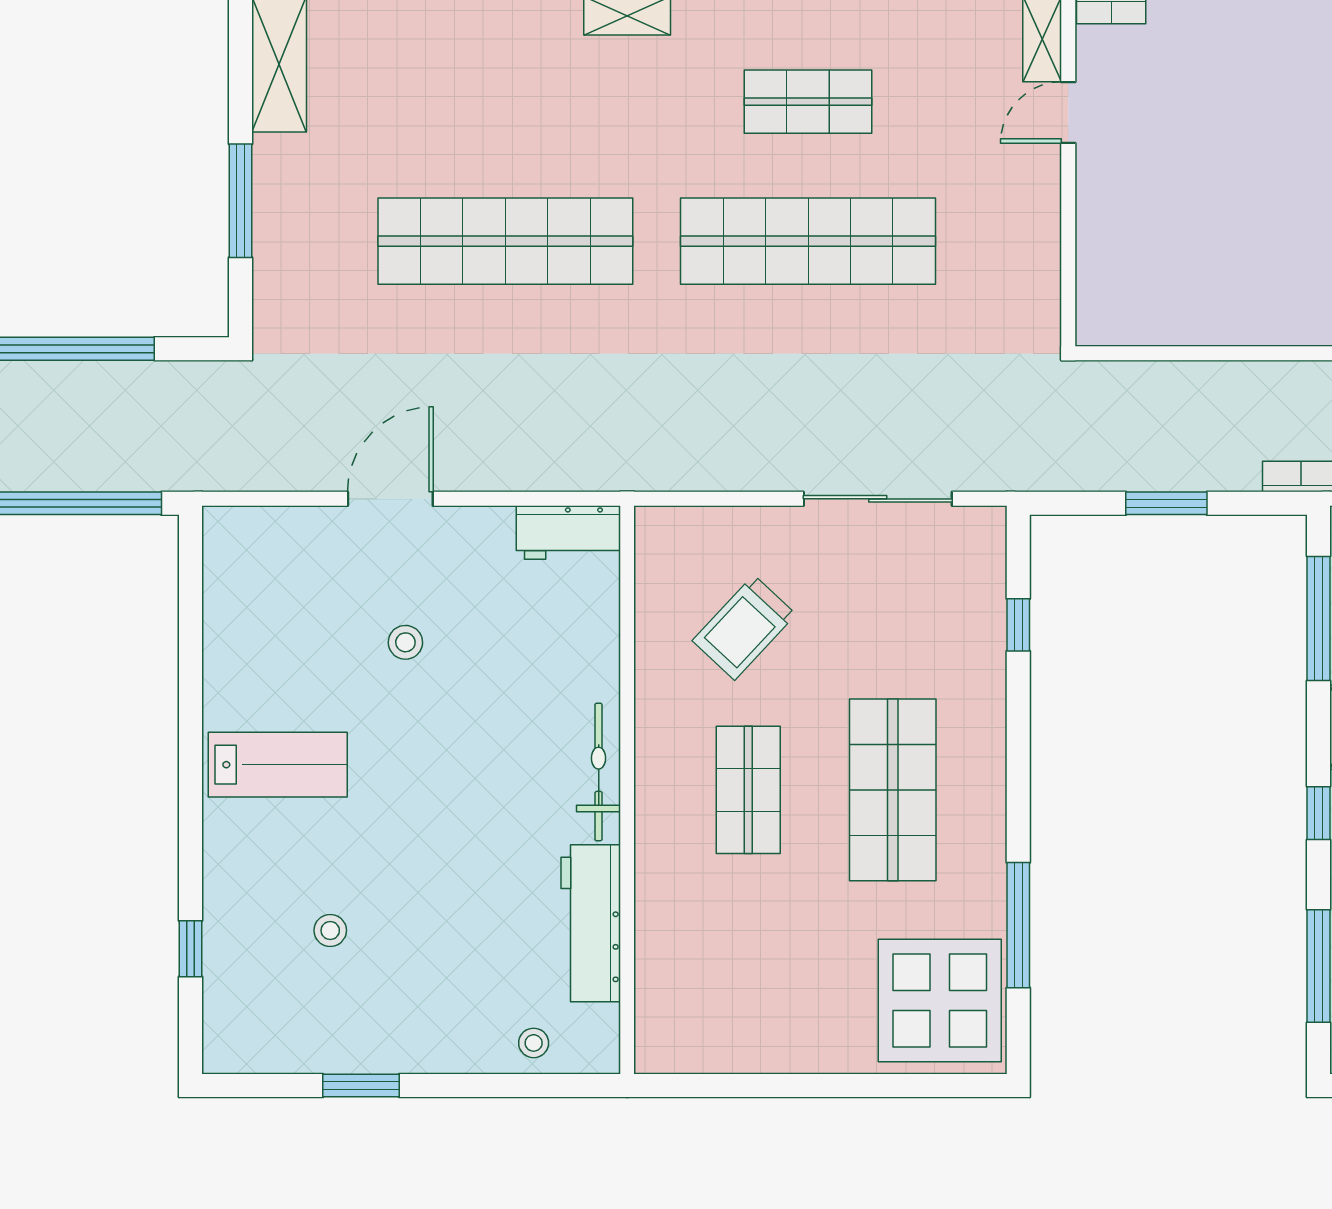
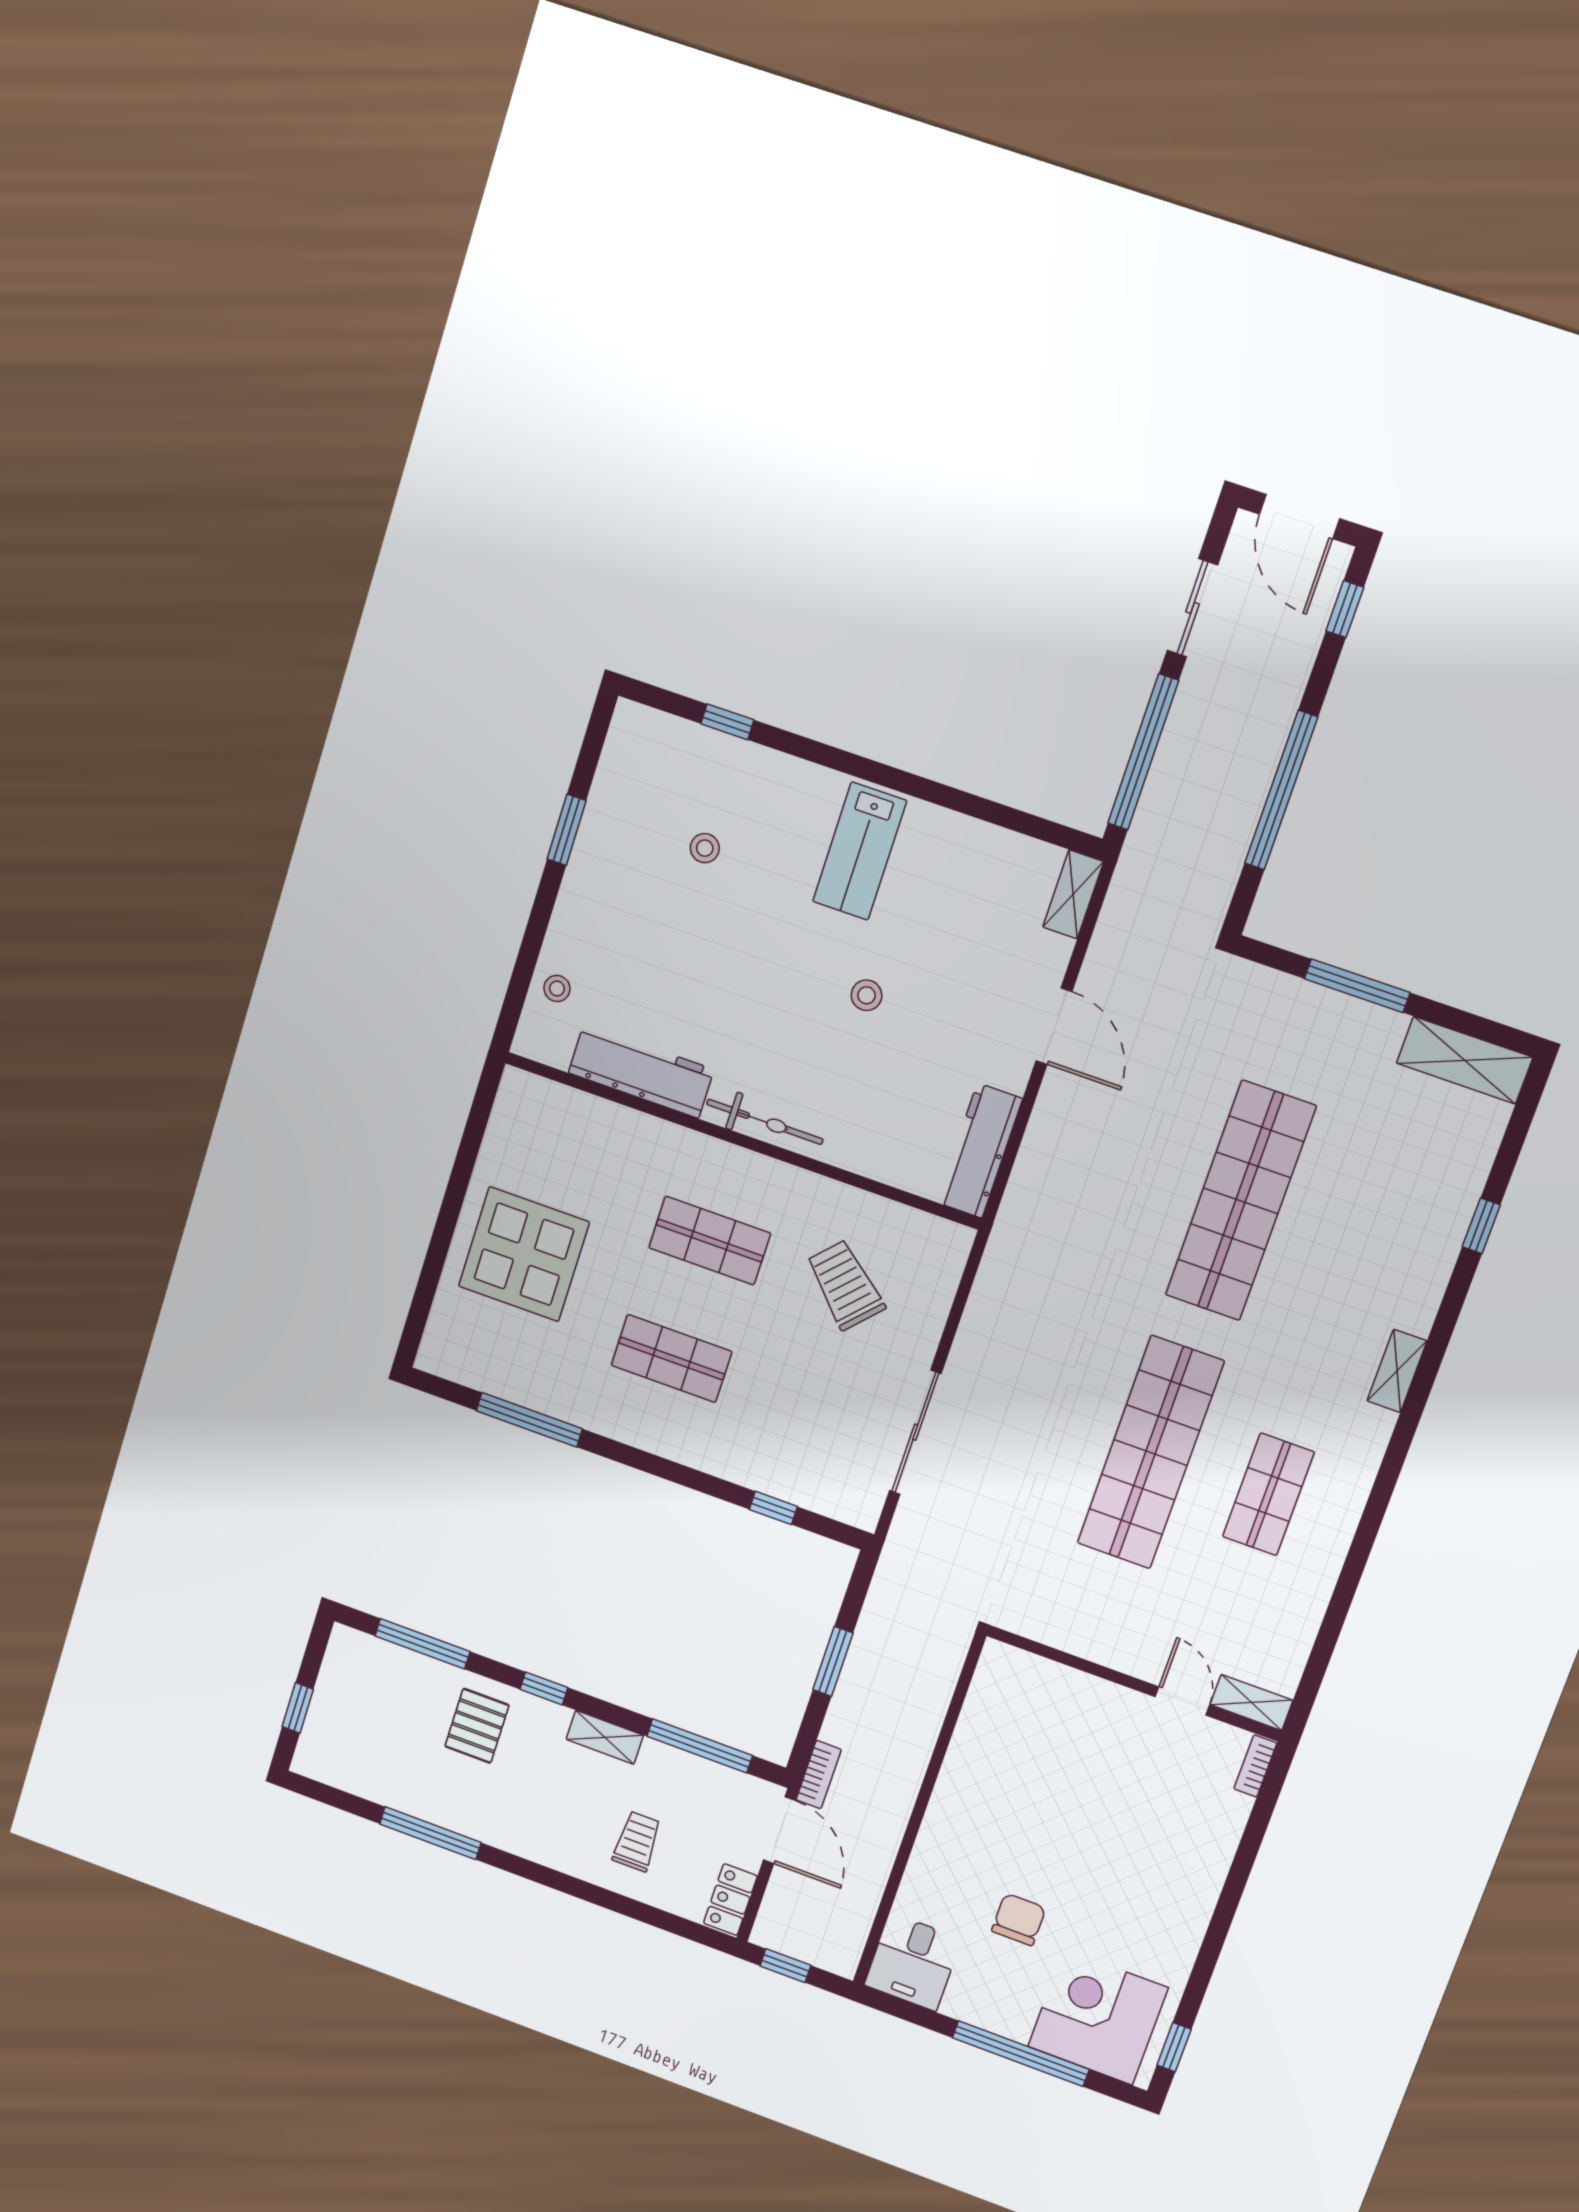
shelving: (247, 526) -> (1073, 894), added
workbench: (568, 532) -> (980, 1151), width x1.38
stool: (405, 642) -> (867, 995), moved
shop shelf: (893, 790) -> (672, 1358), width x0.70, depth x0.74
display table: (940, 1001) -> (524, 1254), moved

